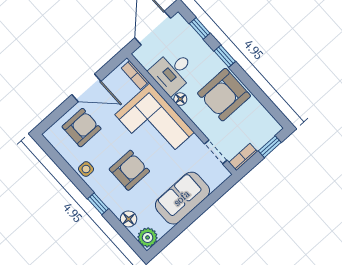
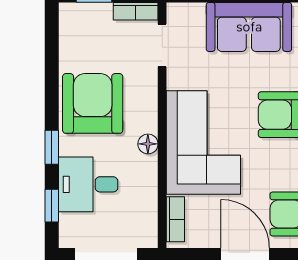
desk: (173, 72) -> (88, 184), moved, turned 180
armchair: (224, 95) -> (93, 103), turned -90

